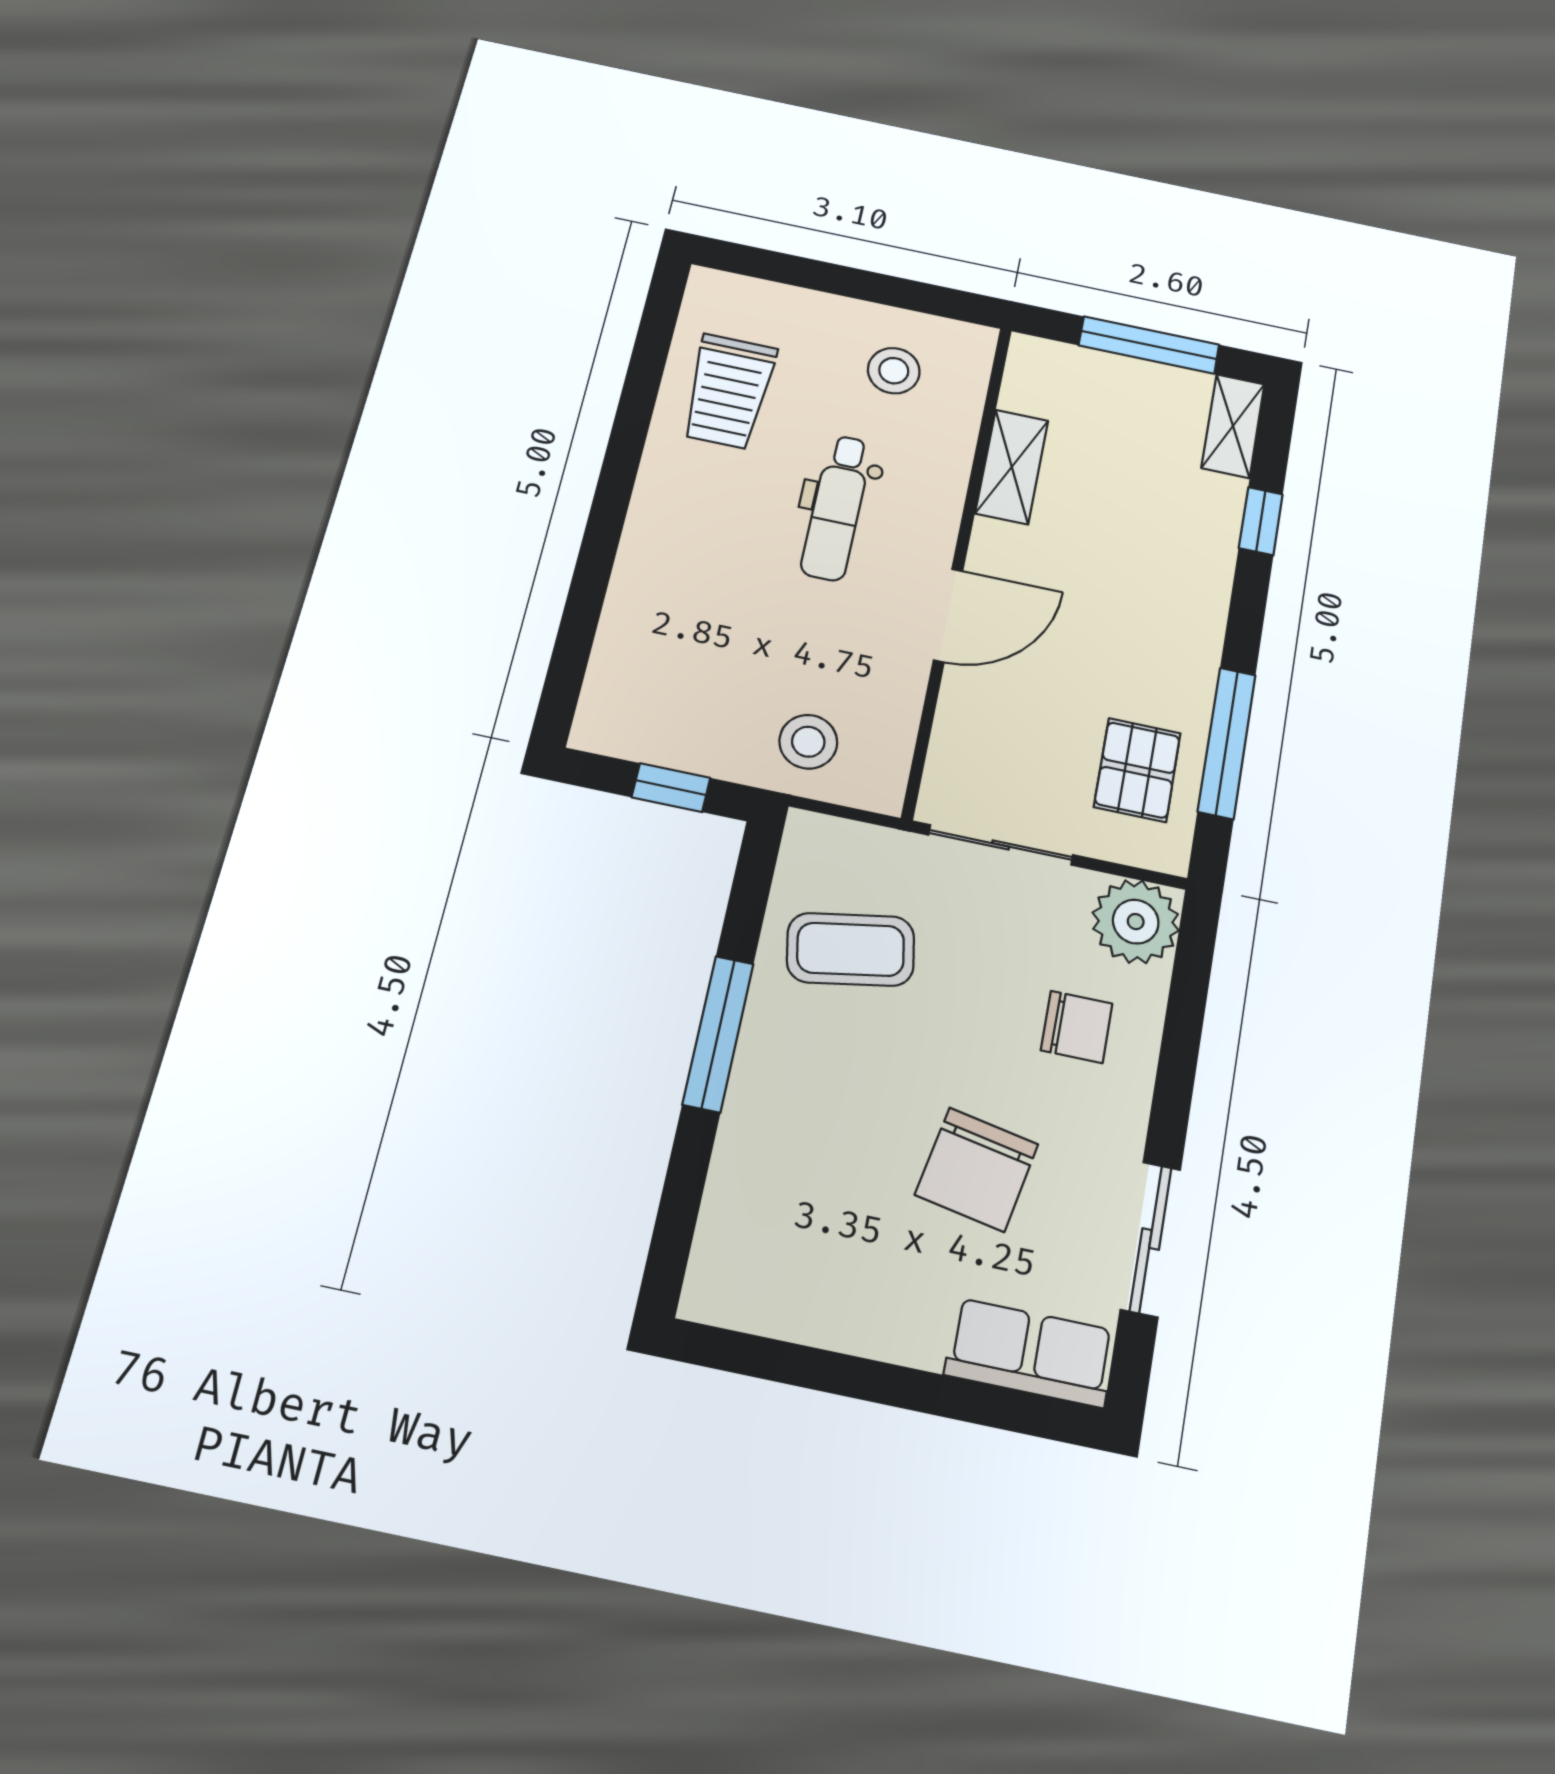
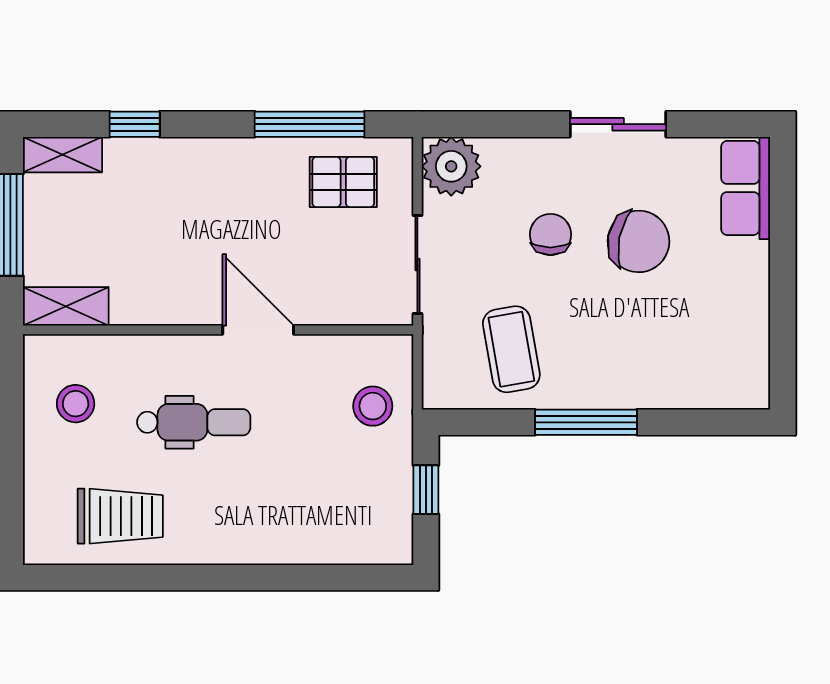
shelving: (1012, 467) -> (66, 306), moved
chair: (1077, 1027) -> (550, 234), moved
sliding door: (1151, 1239) -> (618, 124), moved

